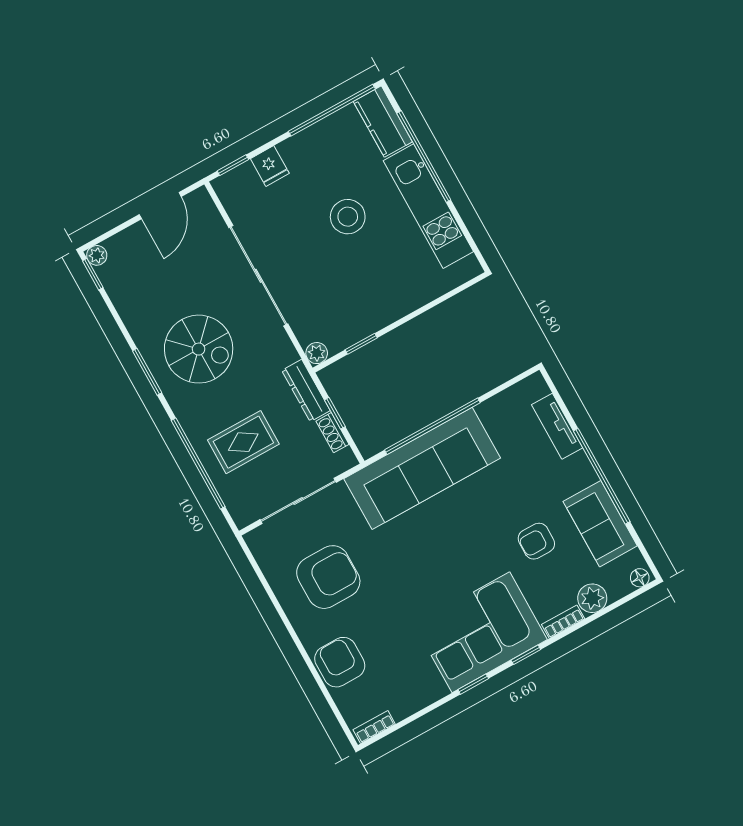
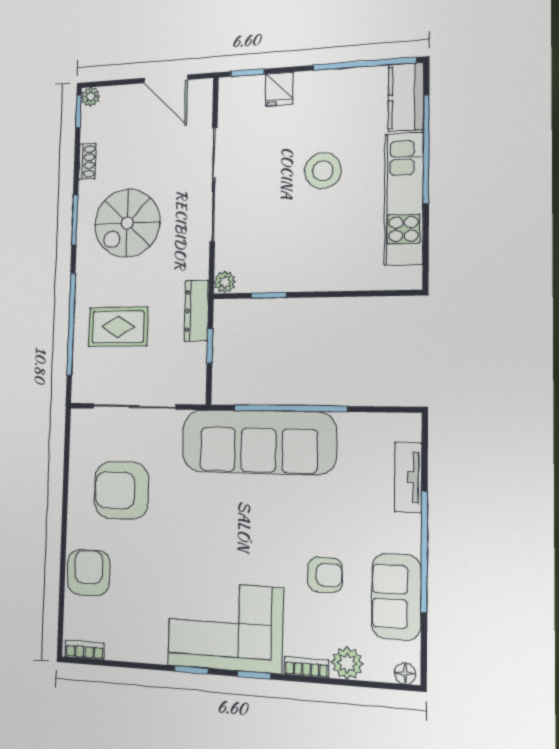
door: (160, 206) -> (166, 79), hinge flipped
spiral stairs: (199, 349) -> (127, 223), turned 90
shoe rack: (333, 433) -> (87, 161), moved, turned 180
armchair: (536, 541) -> (325, 575), turned 180
armchair: (328, 577) -> (121, 490), turned 180

